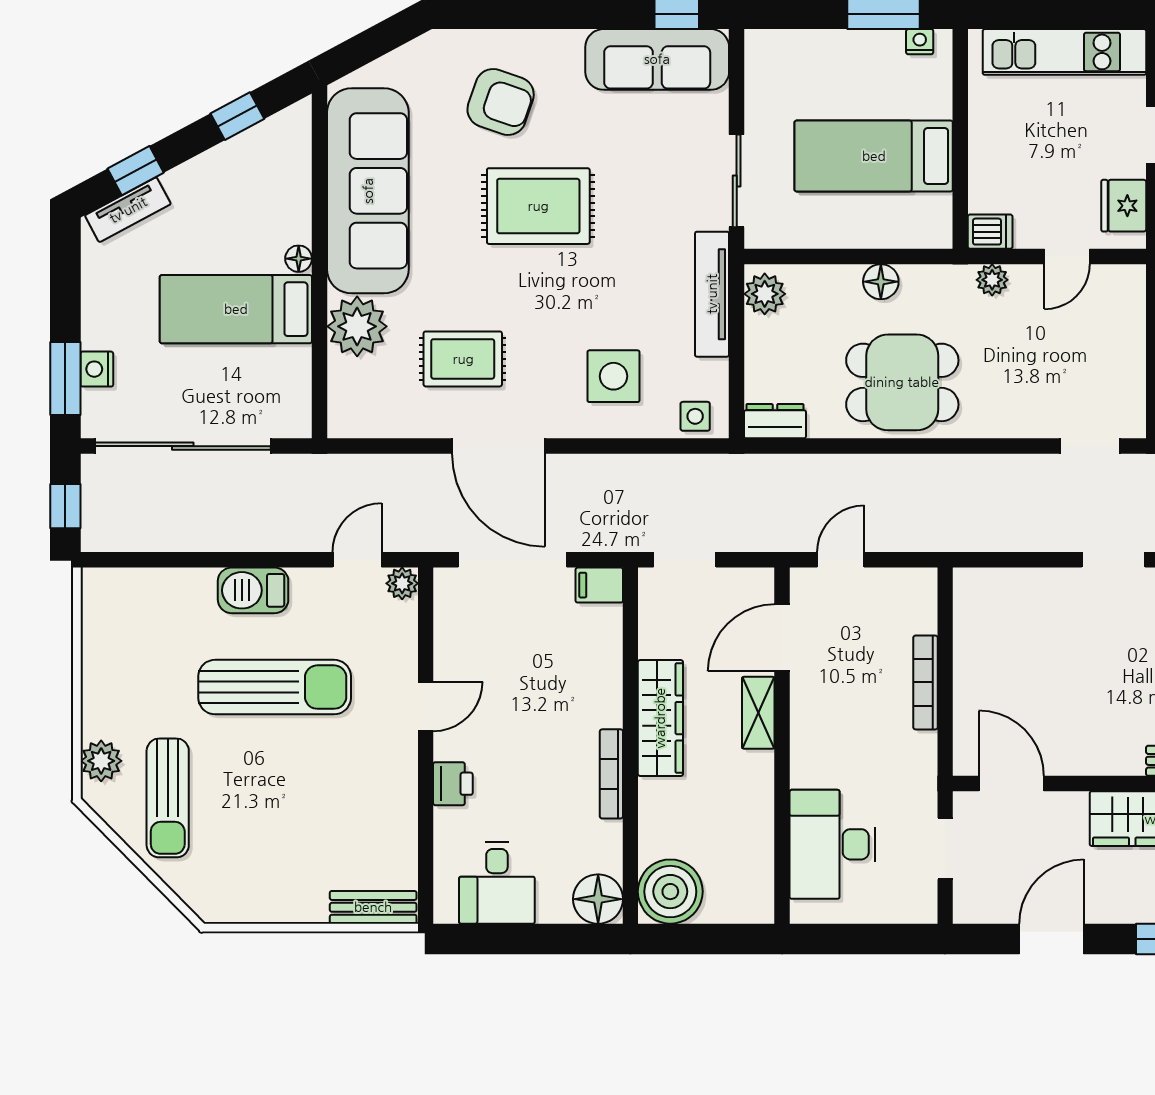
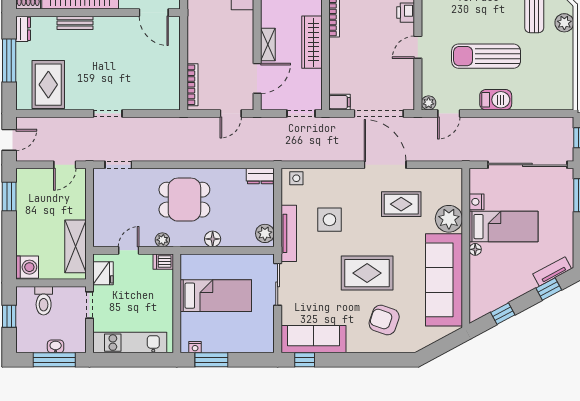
nightstand: (97, 369) -> (477, 202), moved, turned 180
side table: (613, 376) -> (329, 220), moved
dining table: (902, 382) -> (184, 200), moved
bookcase: (925, 682) -> (192, 85), moved

